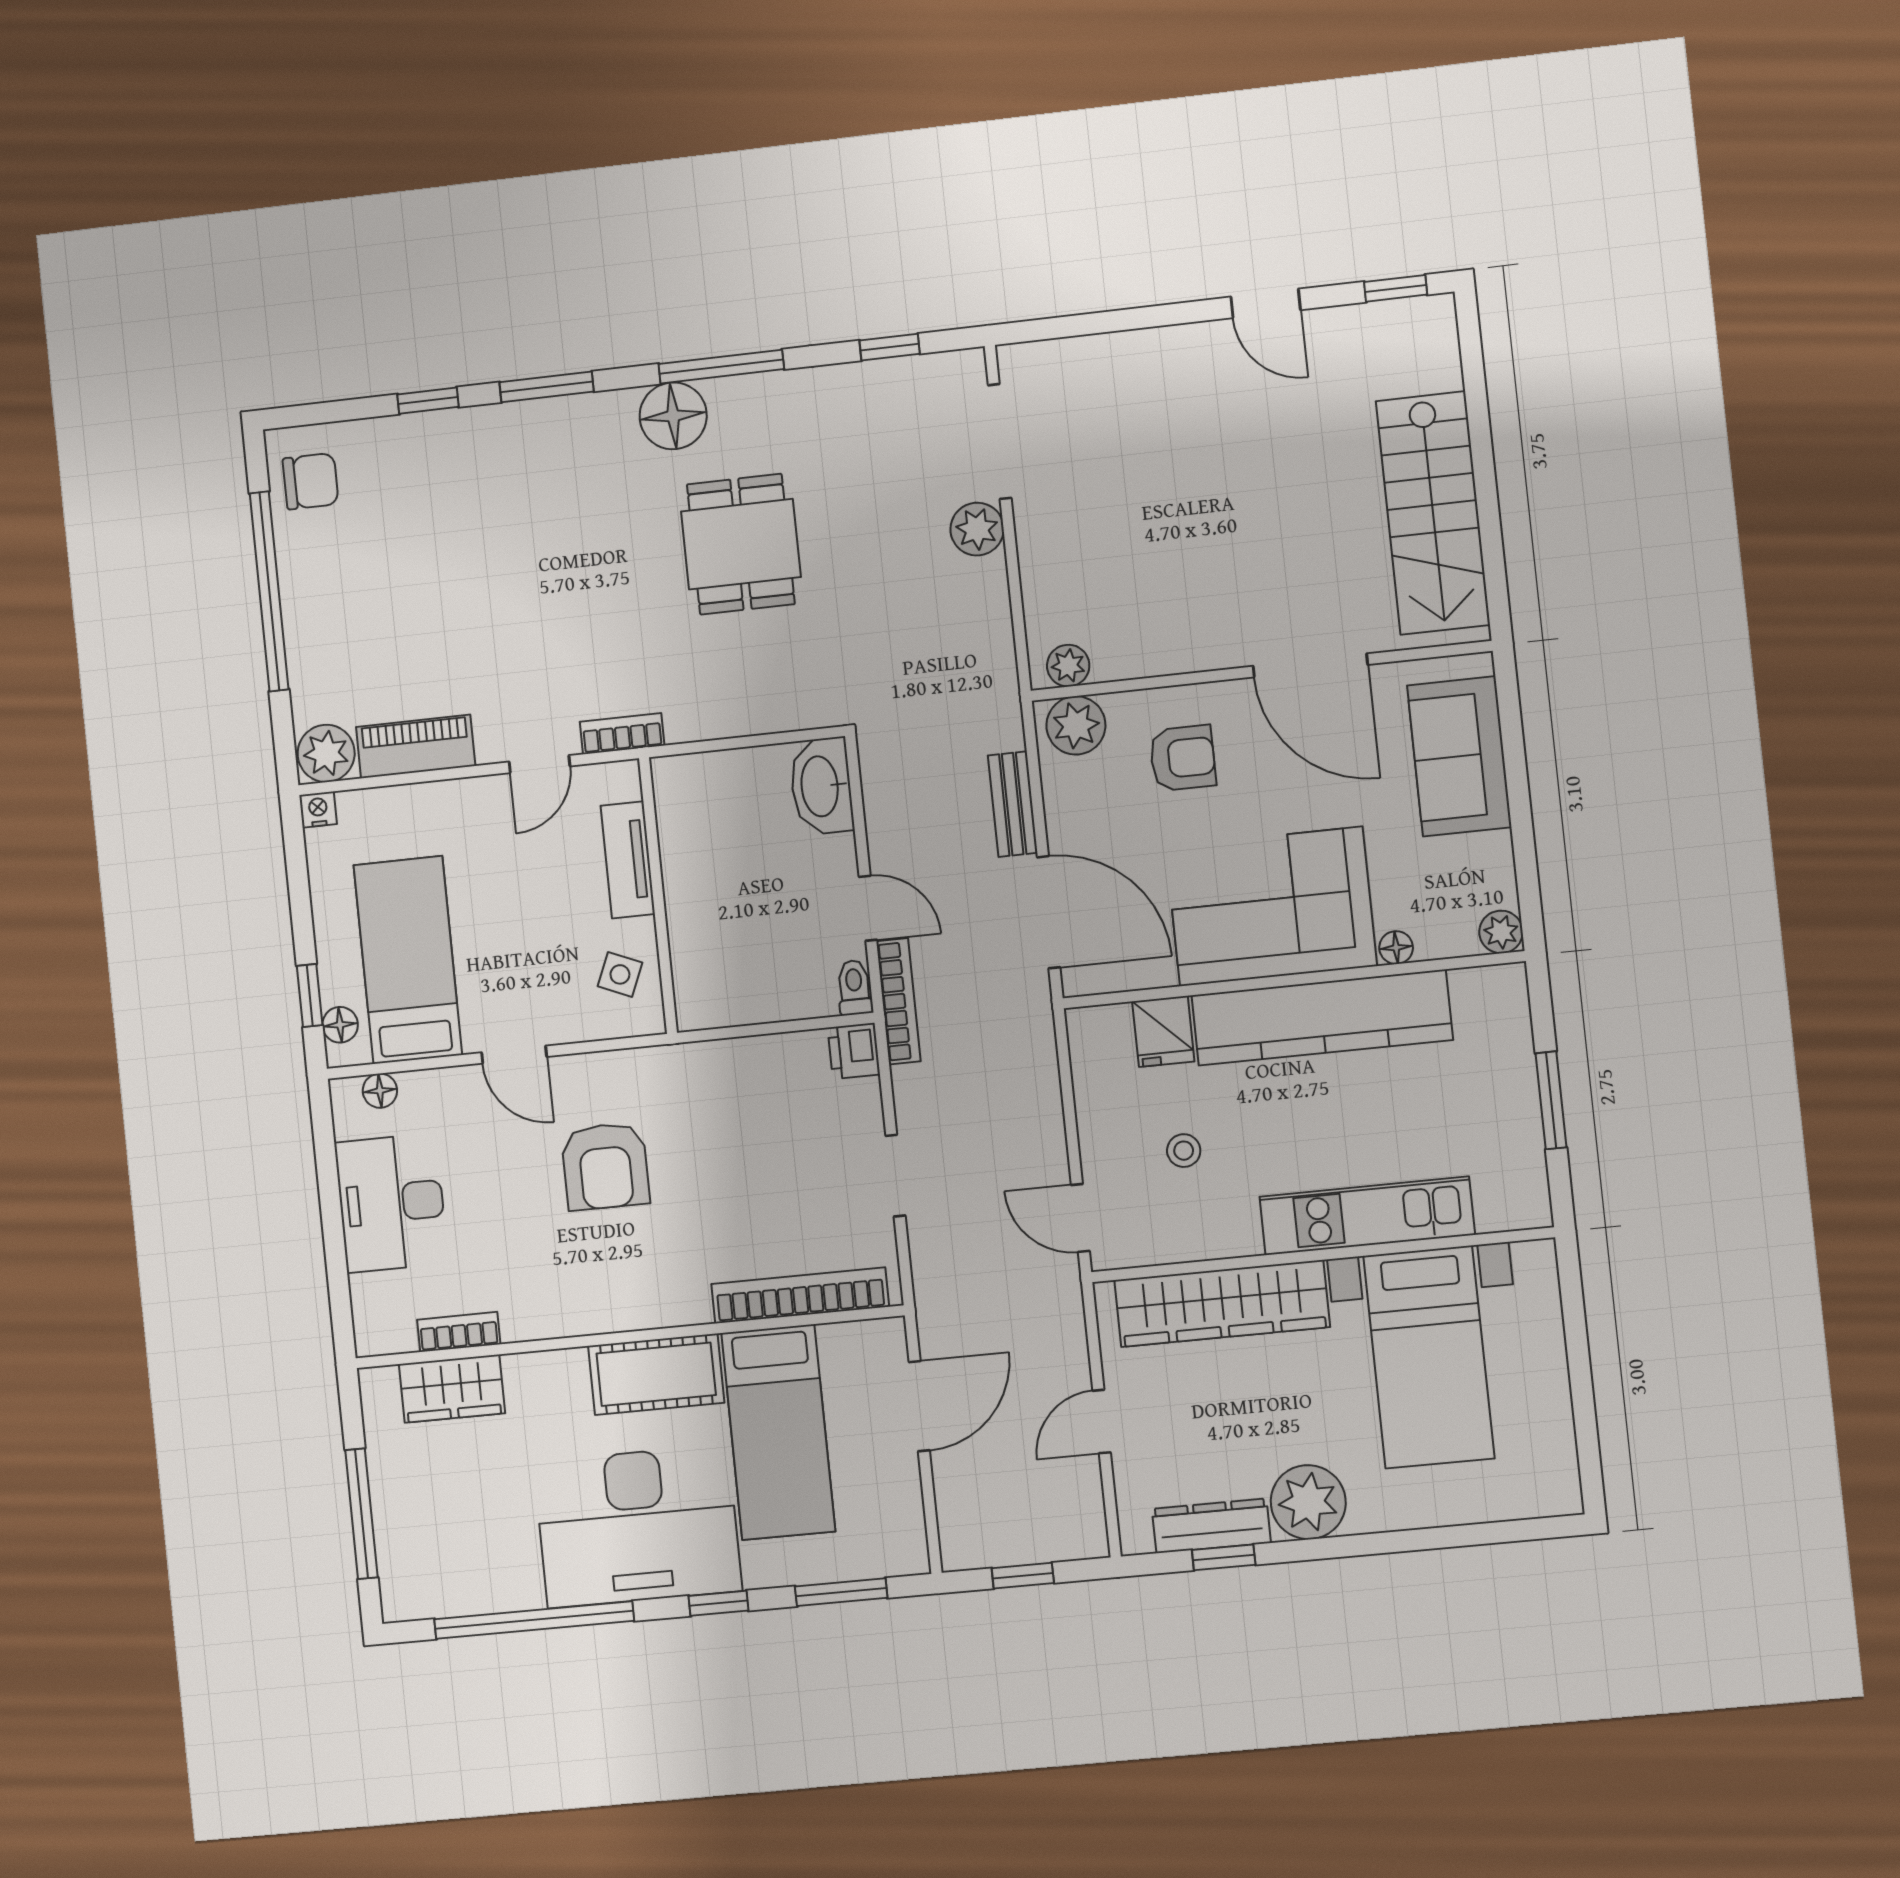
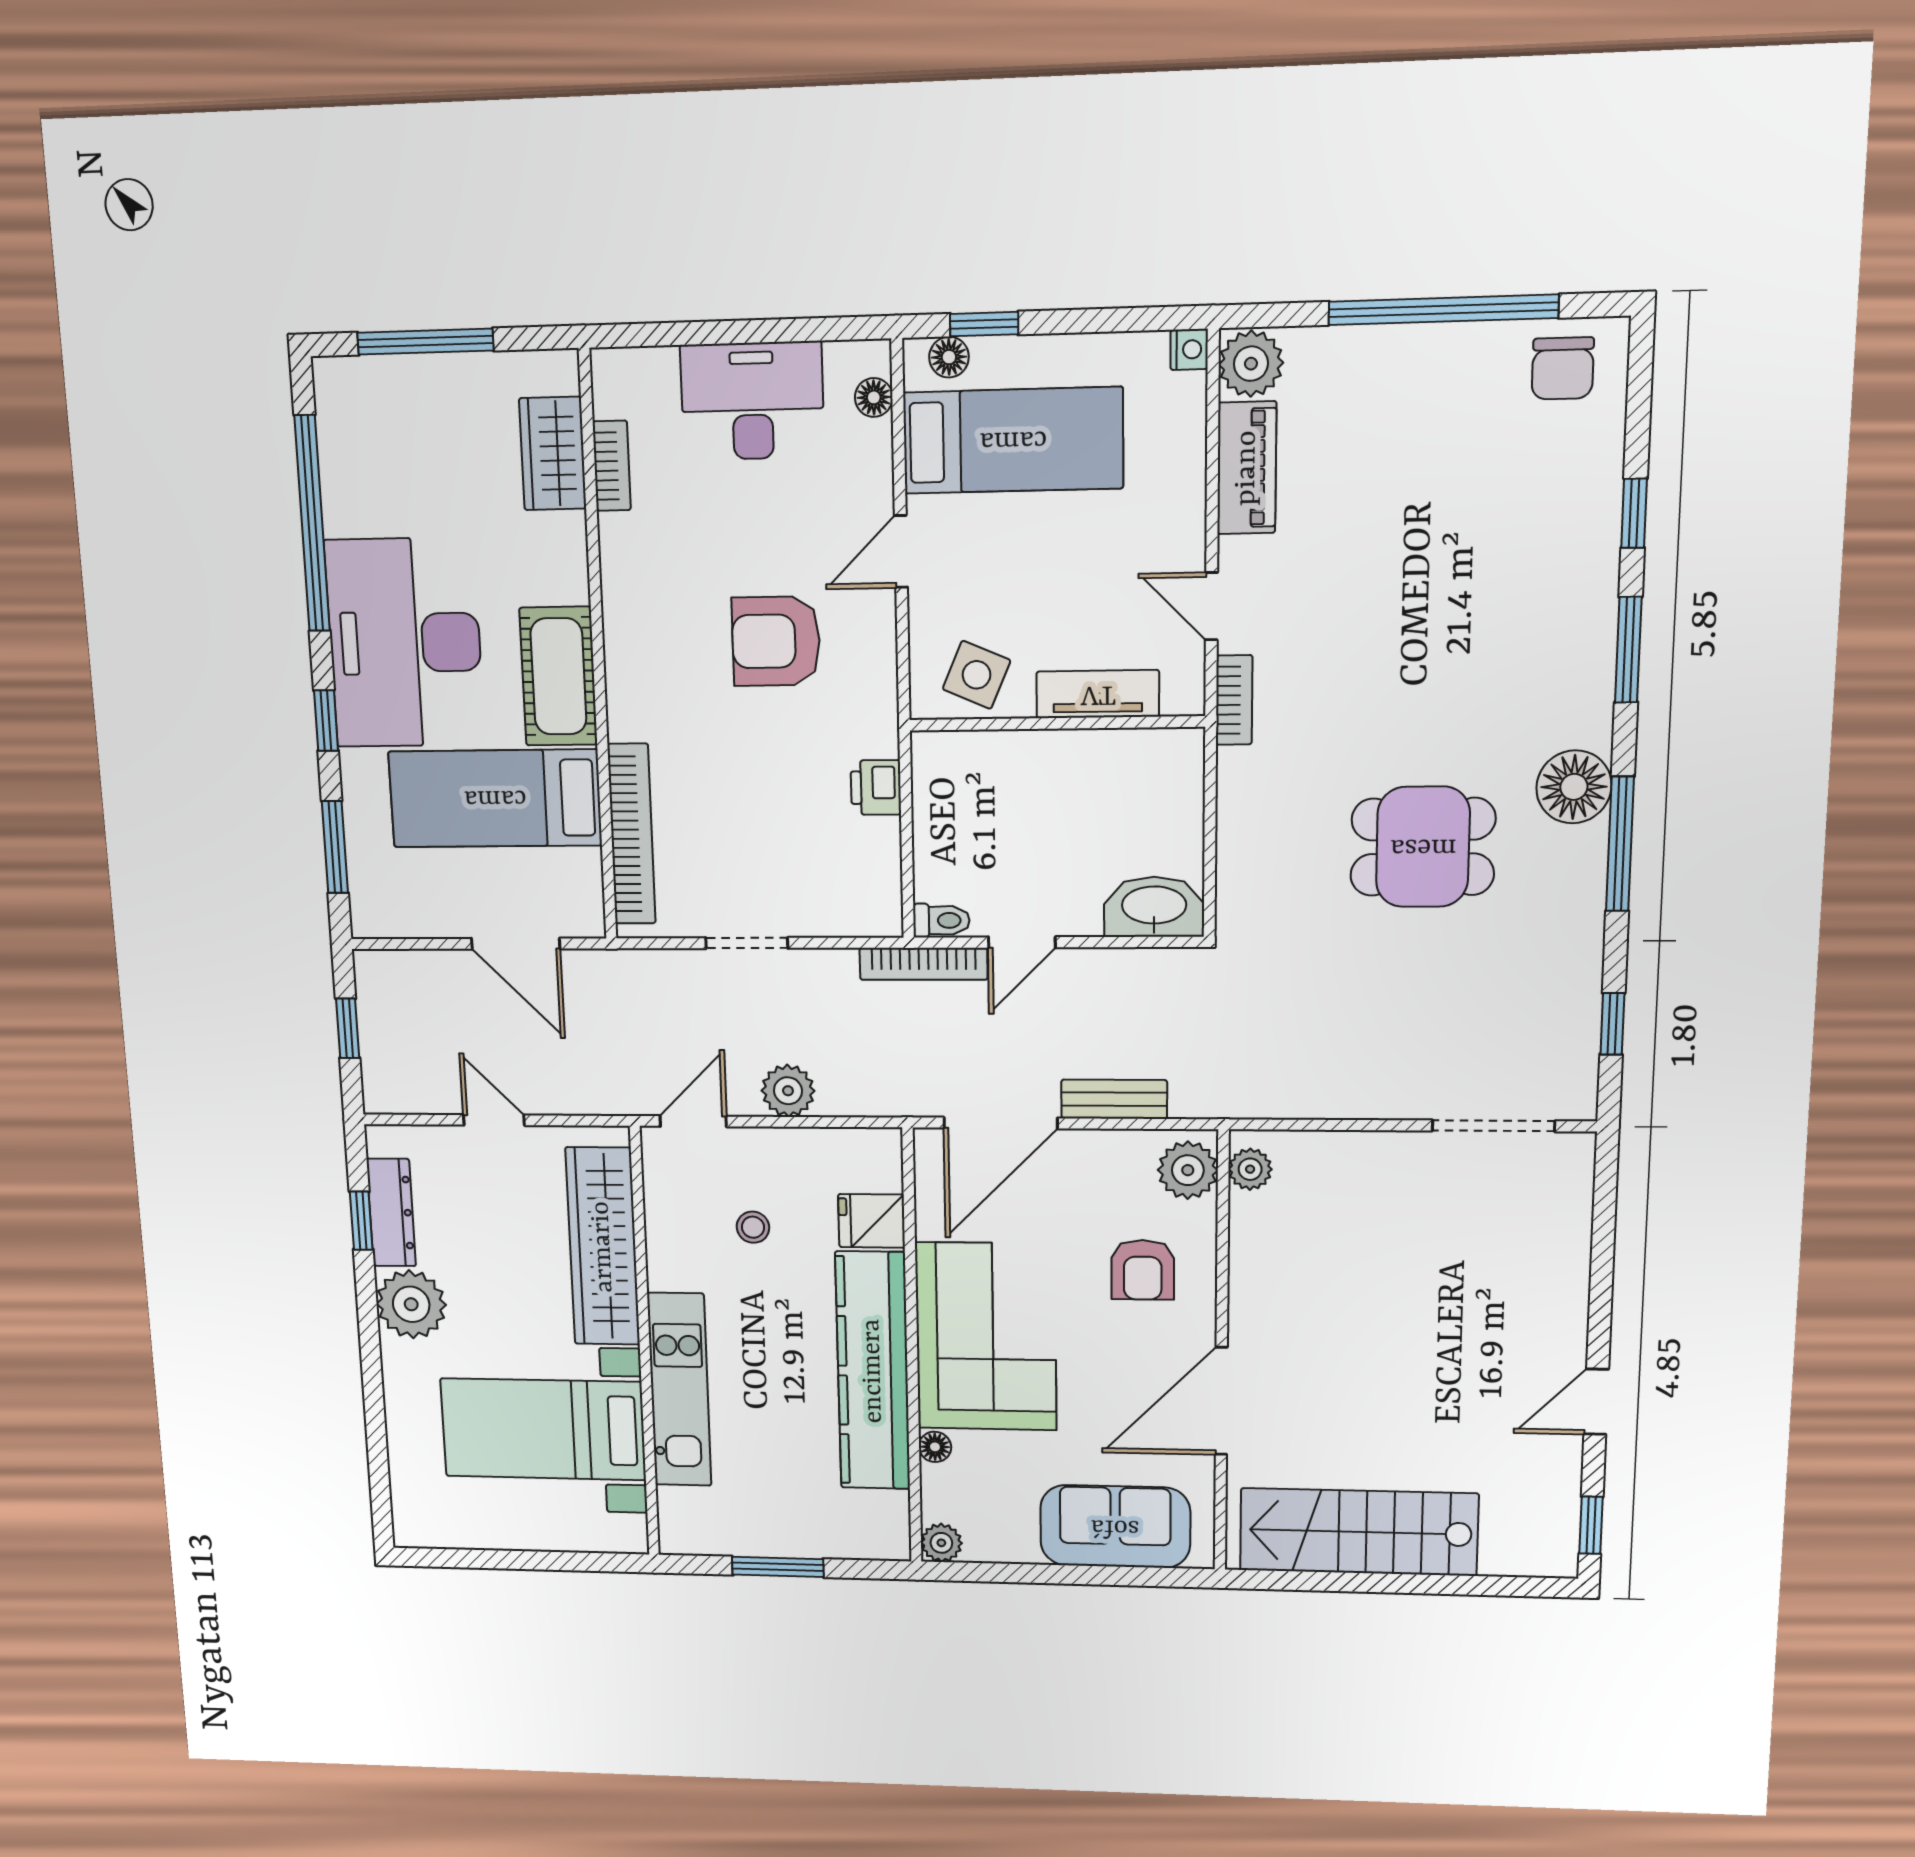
plant: (977, 529) -> (788, 1091), moved
side table: (620, 974) -> (977, 675), width x1.37, depth x1.37
printer: (854, 1051) -> (876, 787), moved, turned -90

